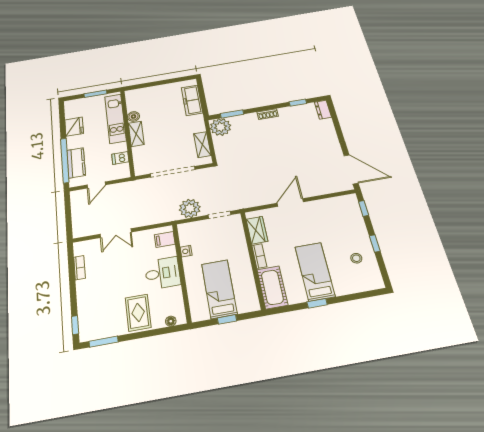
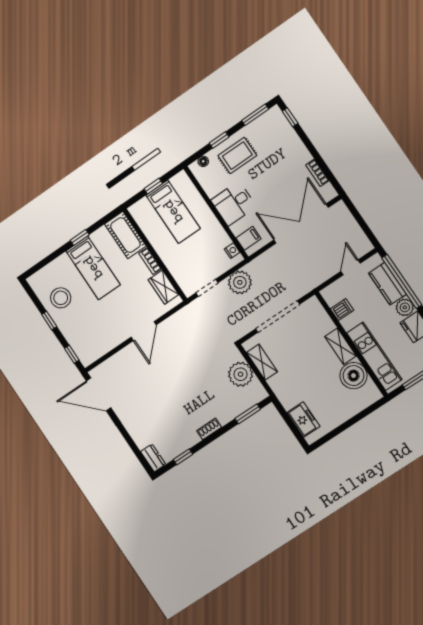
freezer: (192, 100) -> (303, 420), width x0.71
boiler: (133, 116) -> (353, 376), width x1.86, depth x1.86
plant: (221, 127) -> (241, 374), moved
plant: (74, 142) -> (405, 307), added
double door: (116, 233) -> (301, 224), width x1.87
nightstand: (186, 251) -> (232, 251), moved
stool: (356, 258) -> (61, 298), width x1.89, depth x1.89
rug: (138, 313) -> (237, 156), turned 90
window: (147, 334) -> (219, 140), added

